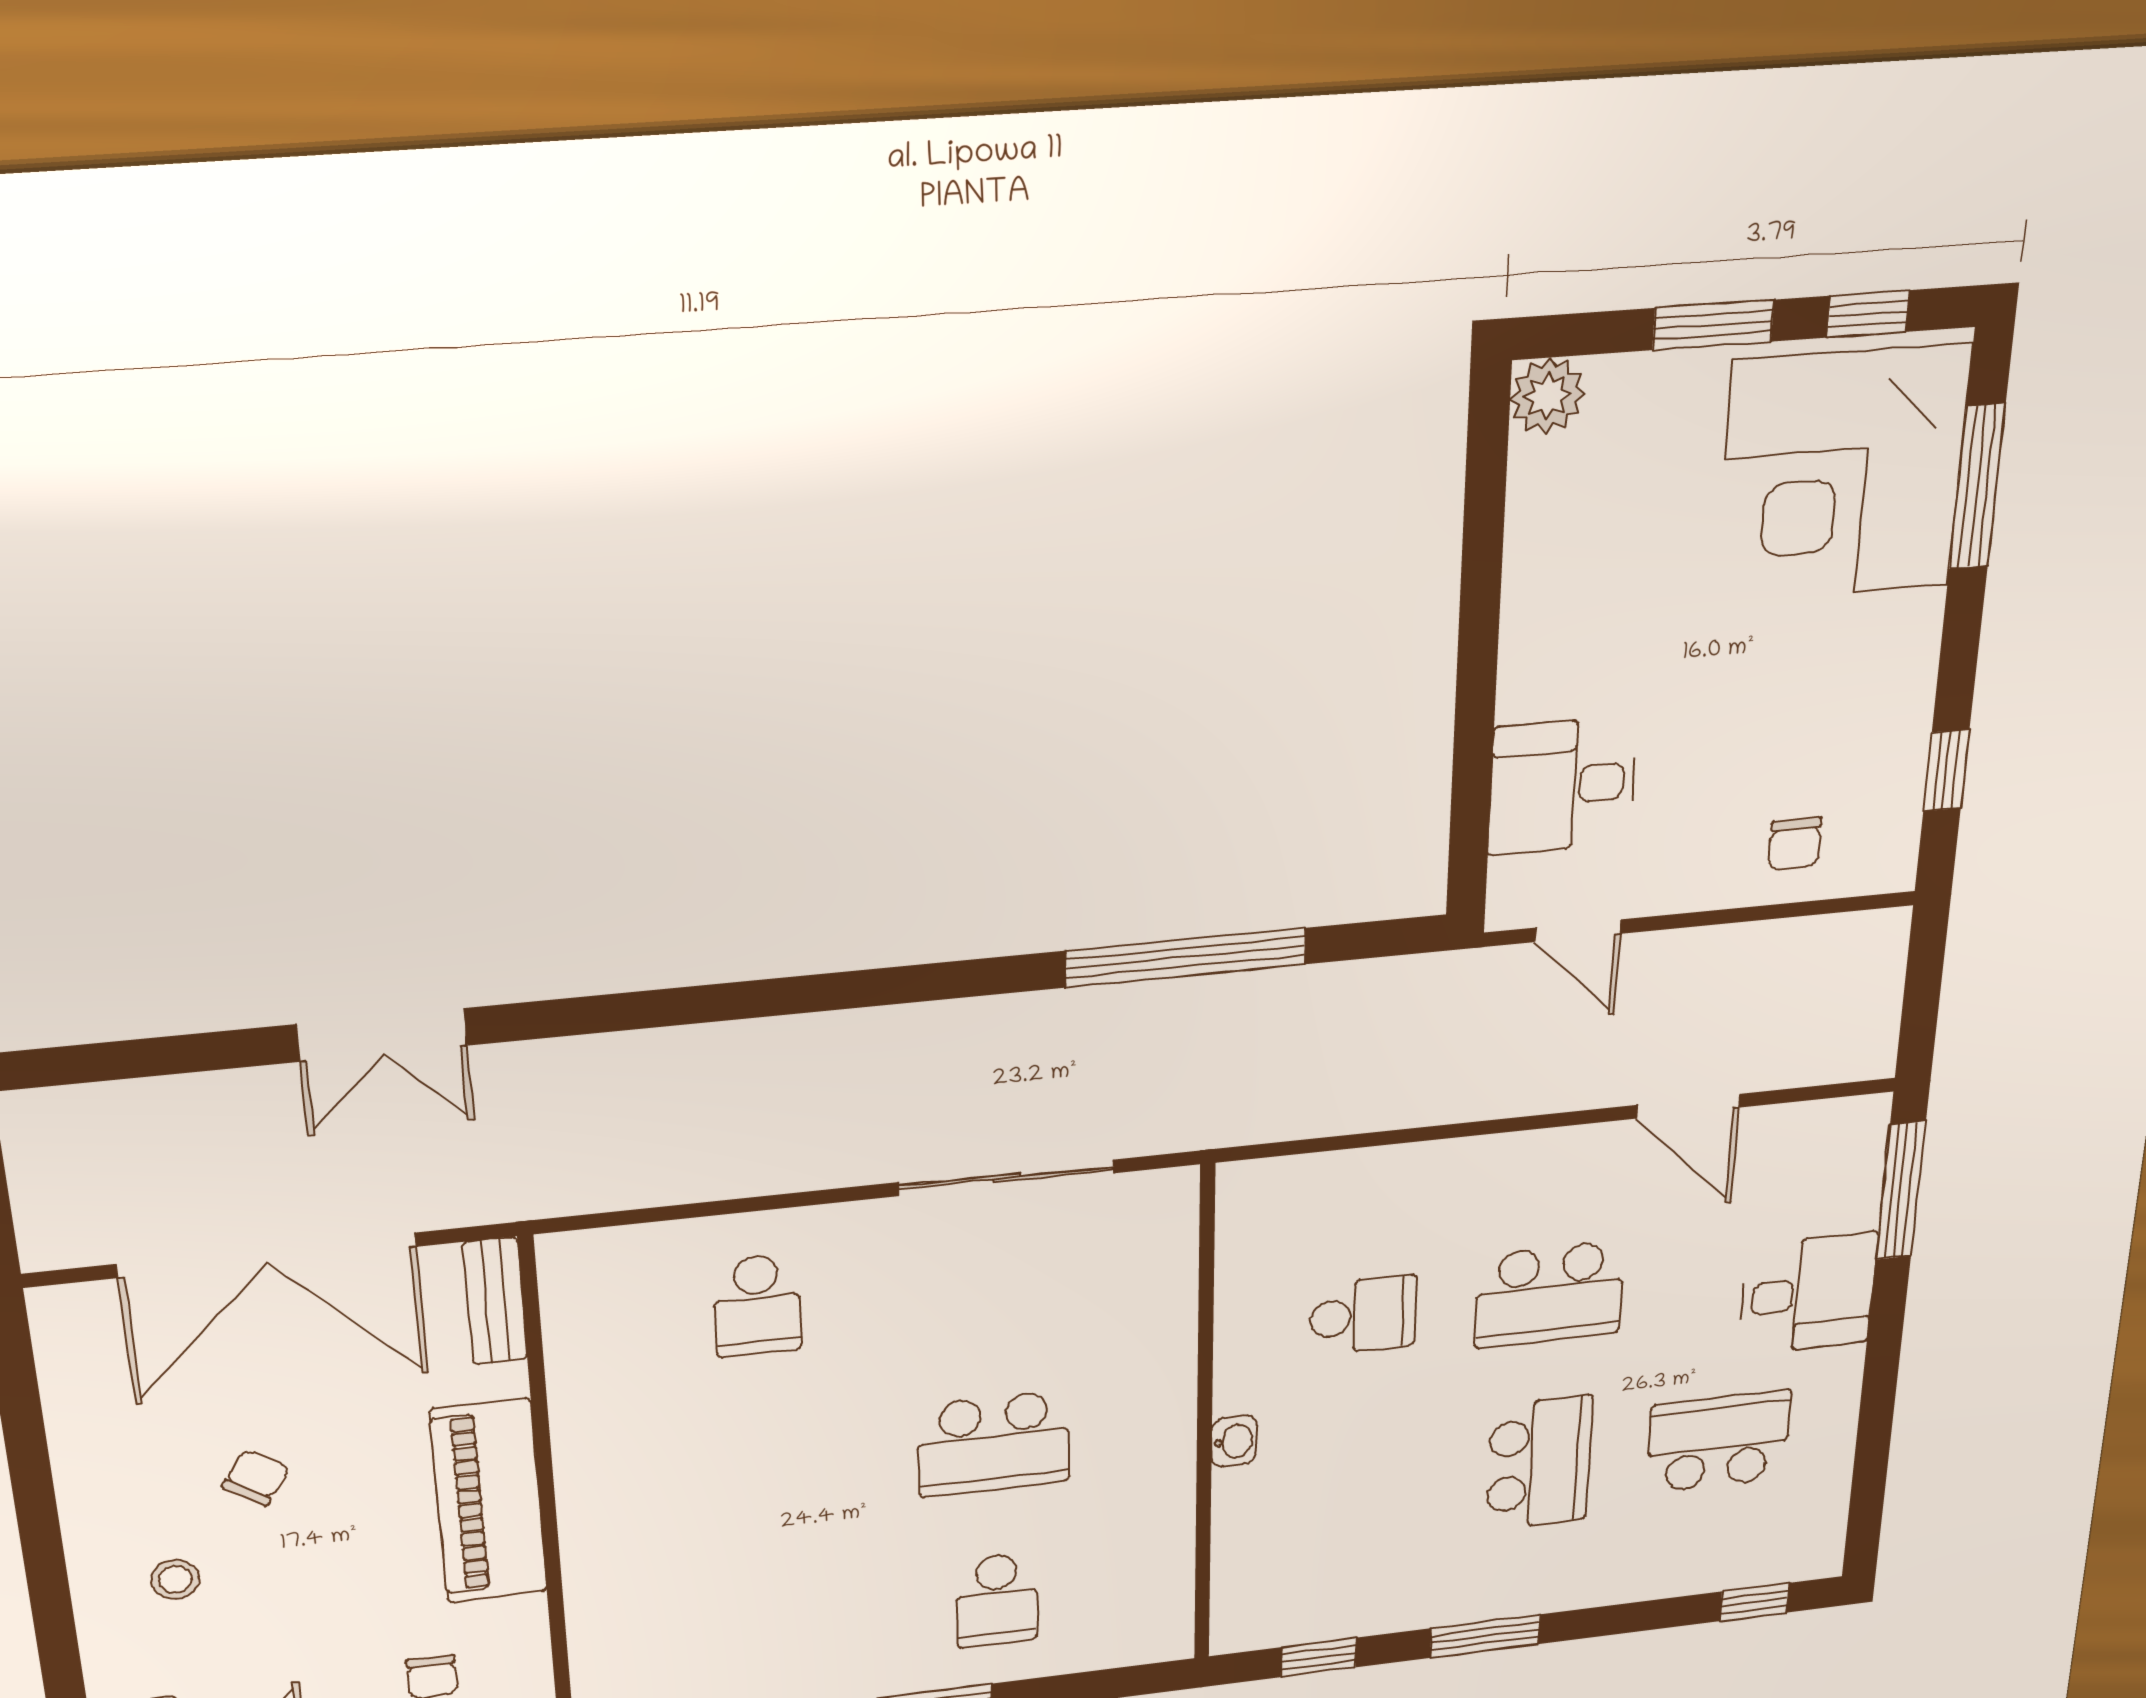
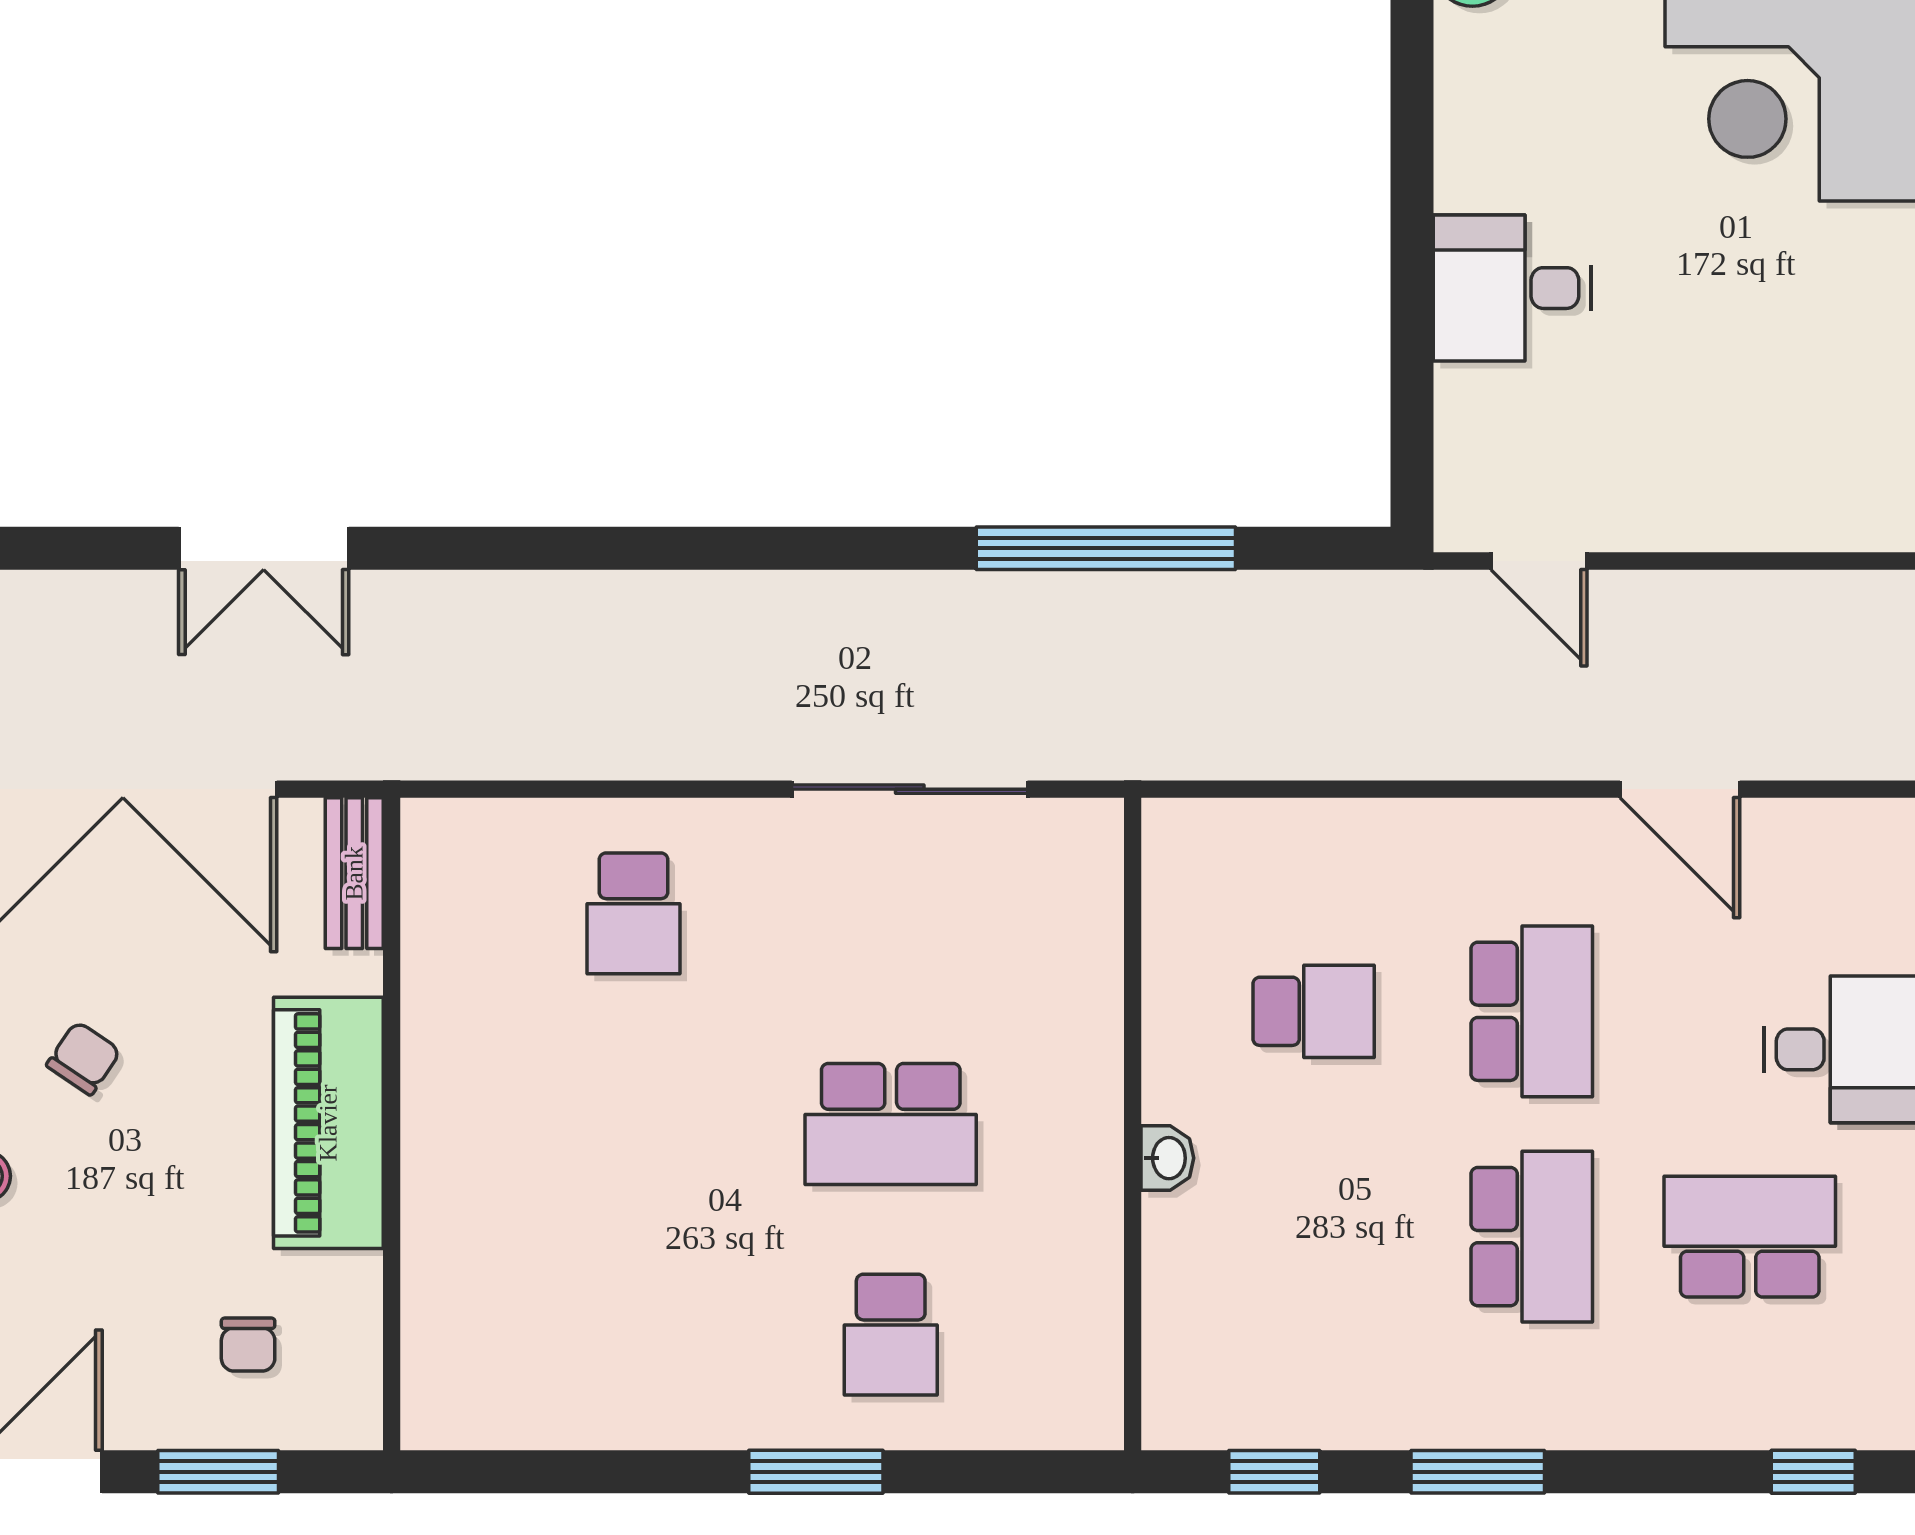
desk: (1563, 786) -> (1512, 288), moved
chair: (1795, 844) -> (1778, 482), removed
school desk: (1549, 1294) -> (1532, 1011), turned -90

